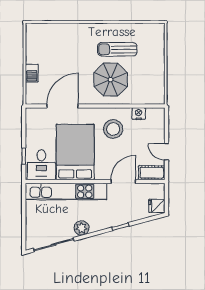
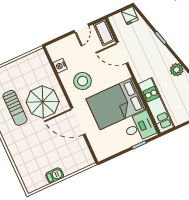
barbecue: (32, 73) -> (55, 175), moved
door: (63, 106) -> (78, 121), moved
kitchen unit: (66, 191) -> (156, 105), width x0.73

